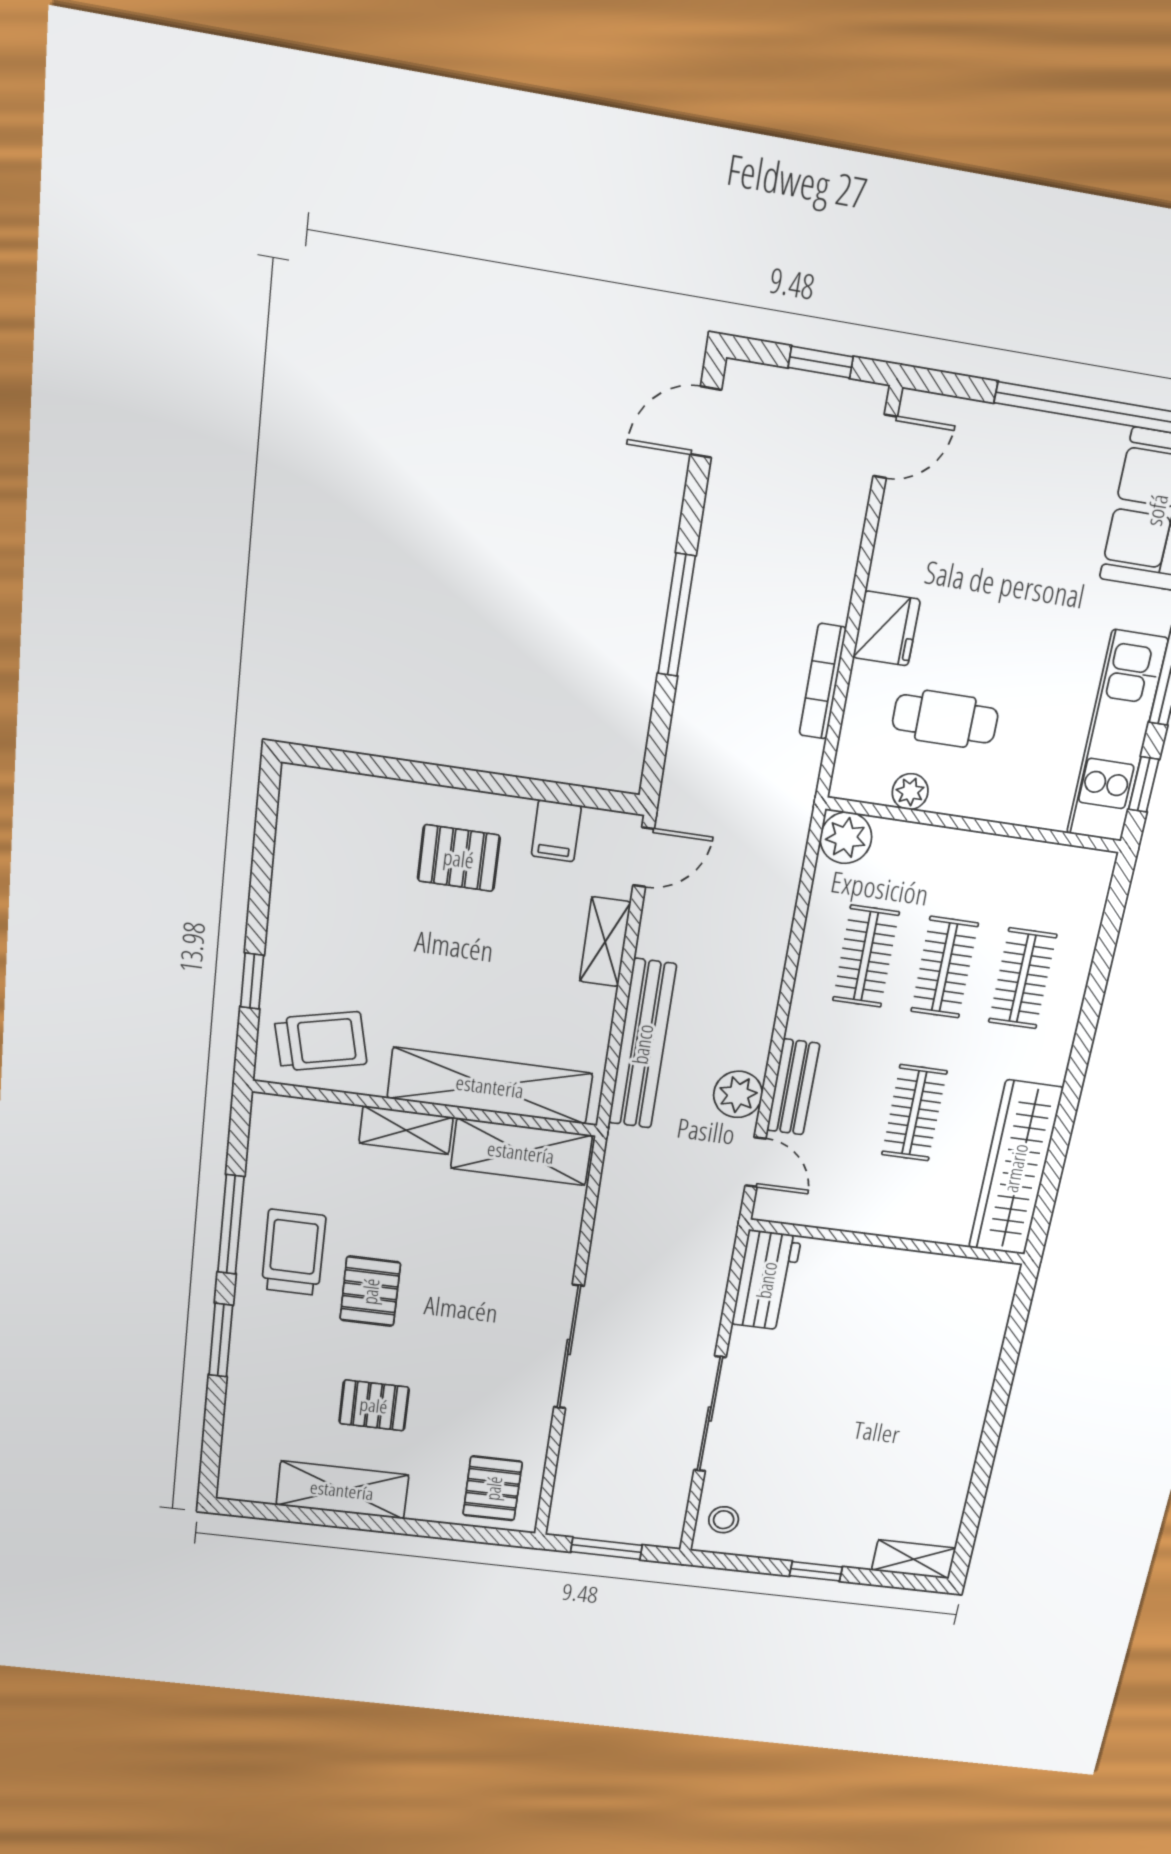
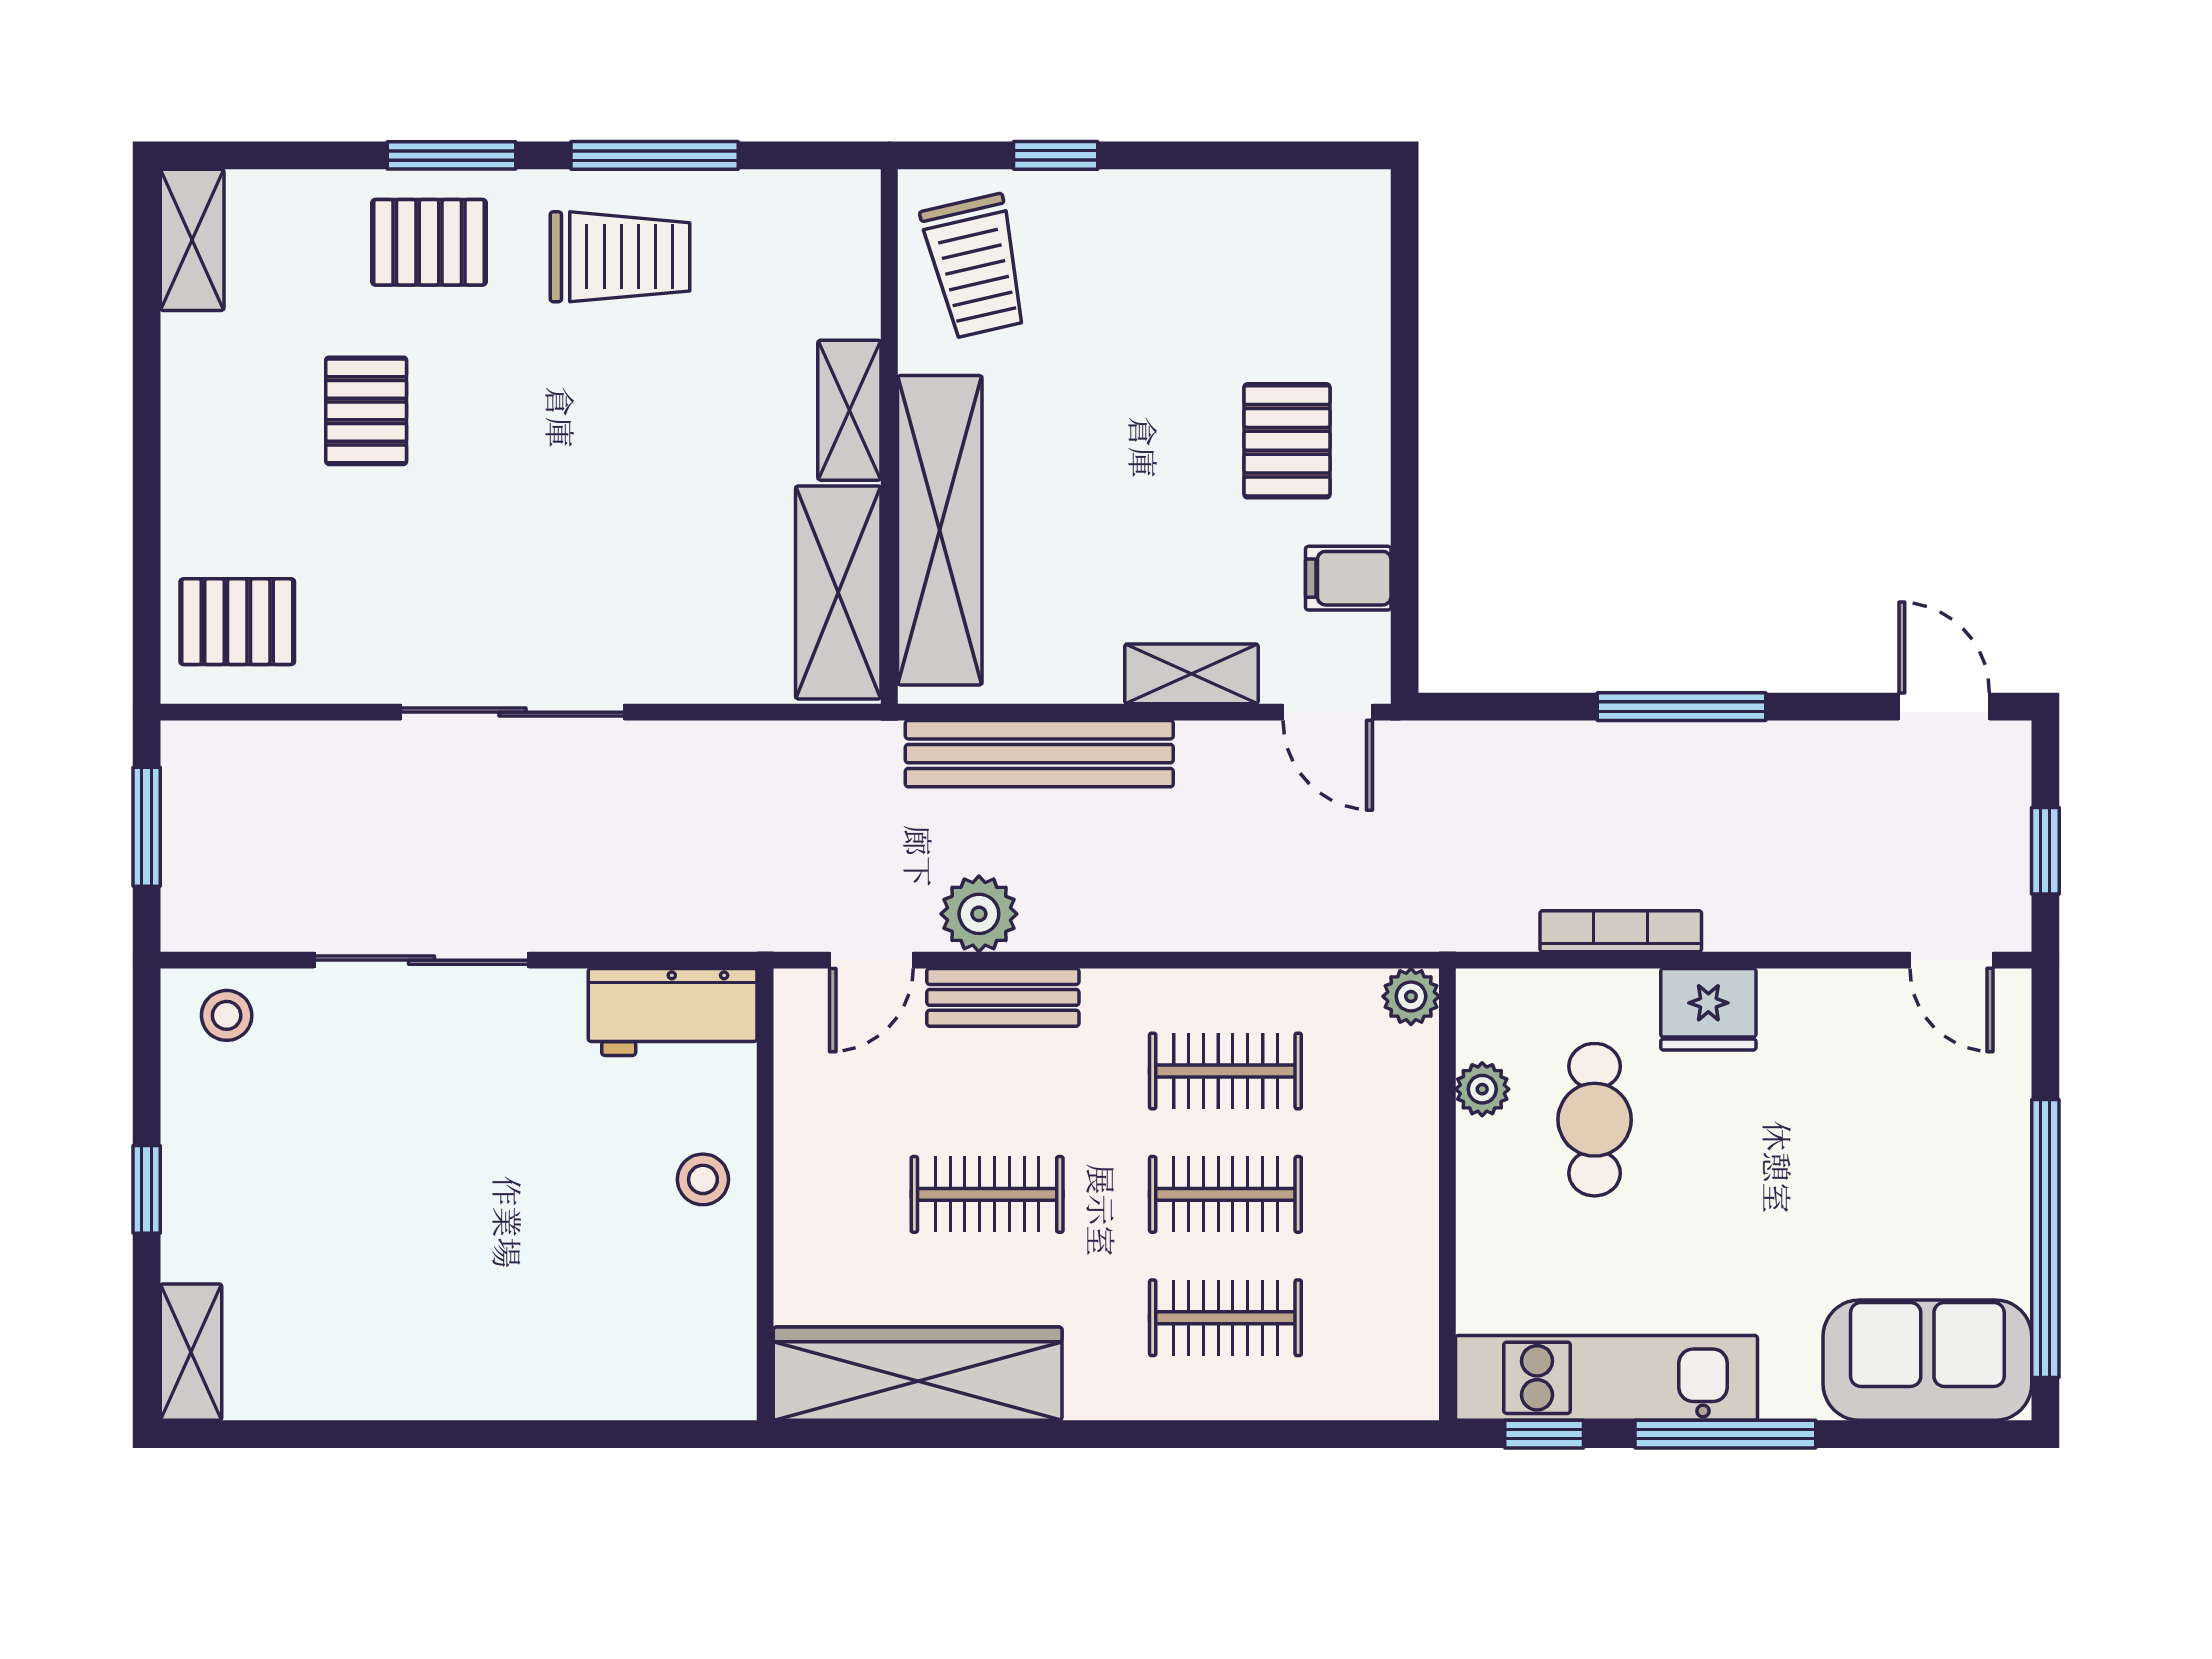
plant: (846, 838) -> (1411, 996), width x0.73, depth x0.73
stool: (871, 1276) -> (703, 1179), added
pallet: (370, 1291) -> (429, 242), moved
shelving: (342, 1490) -> (192, 240), moved, width x0.67, depth x0.75

